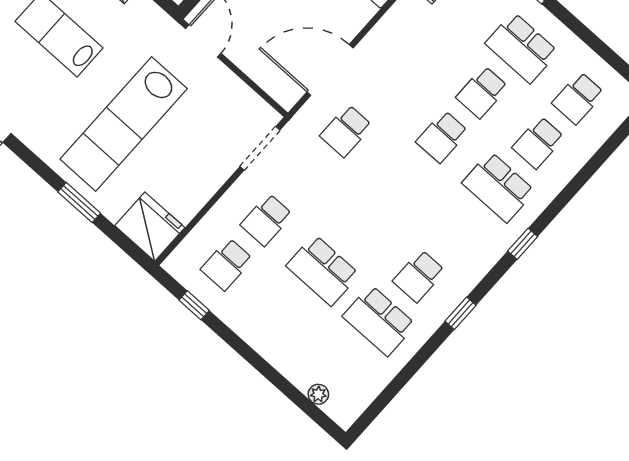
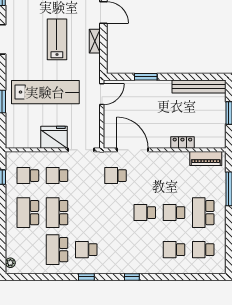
lab bench: (124, 124) -> (45, 92), turned 180
school desk: (498, 187) -> (28, 213), moved
fridge: (150, 227) -> (54, 137), moved, turned -90
plant: (318, 394) -> (10, 263), moved

